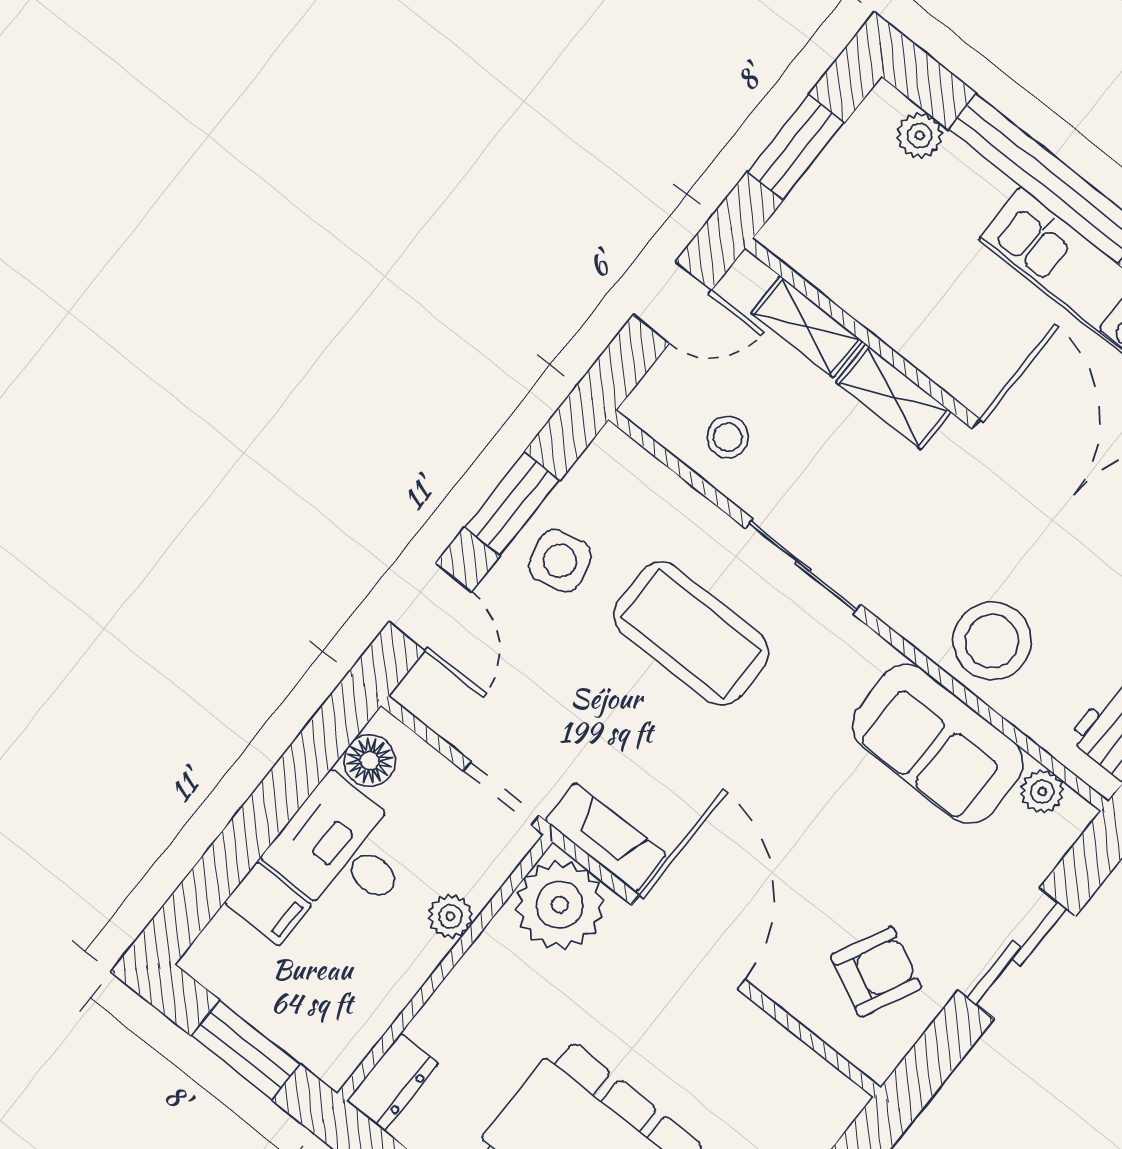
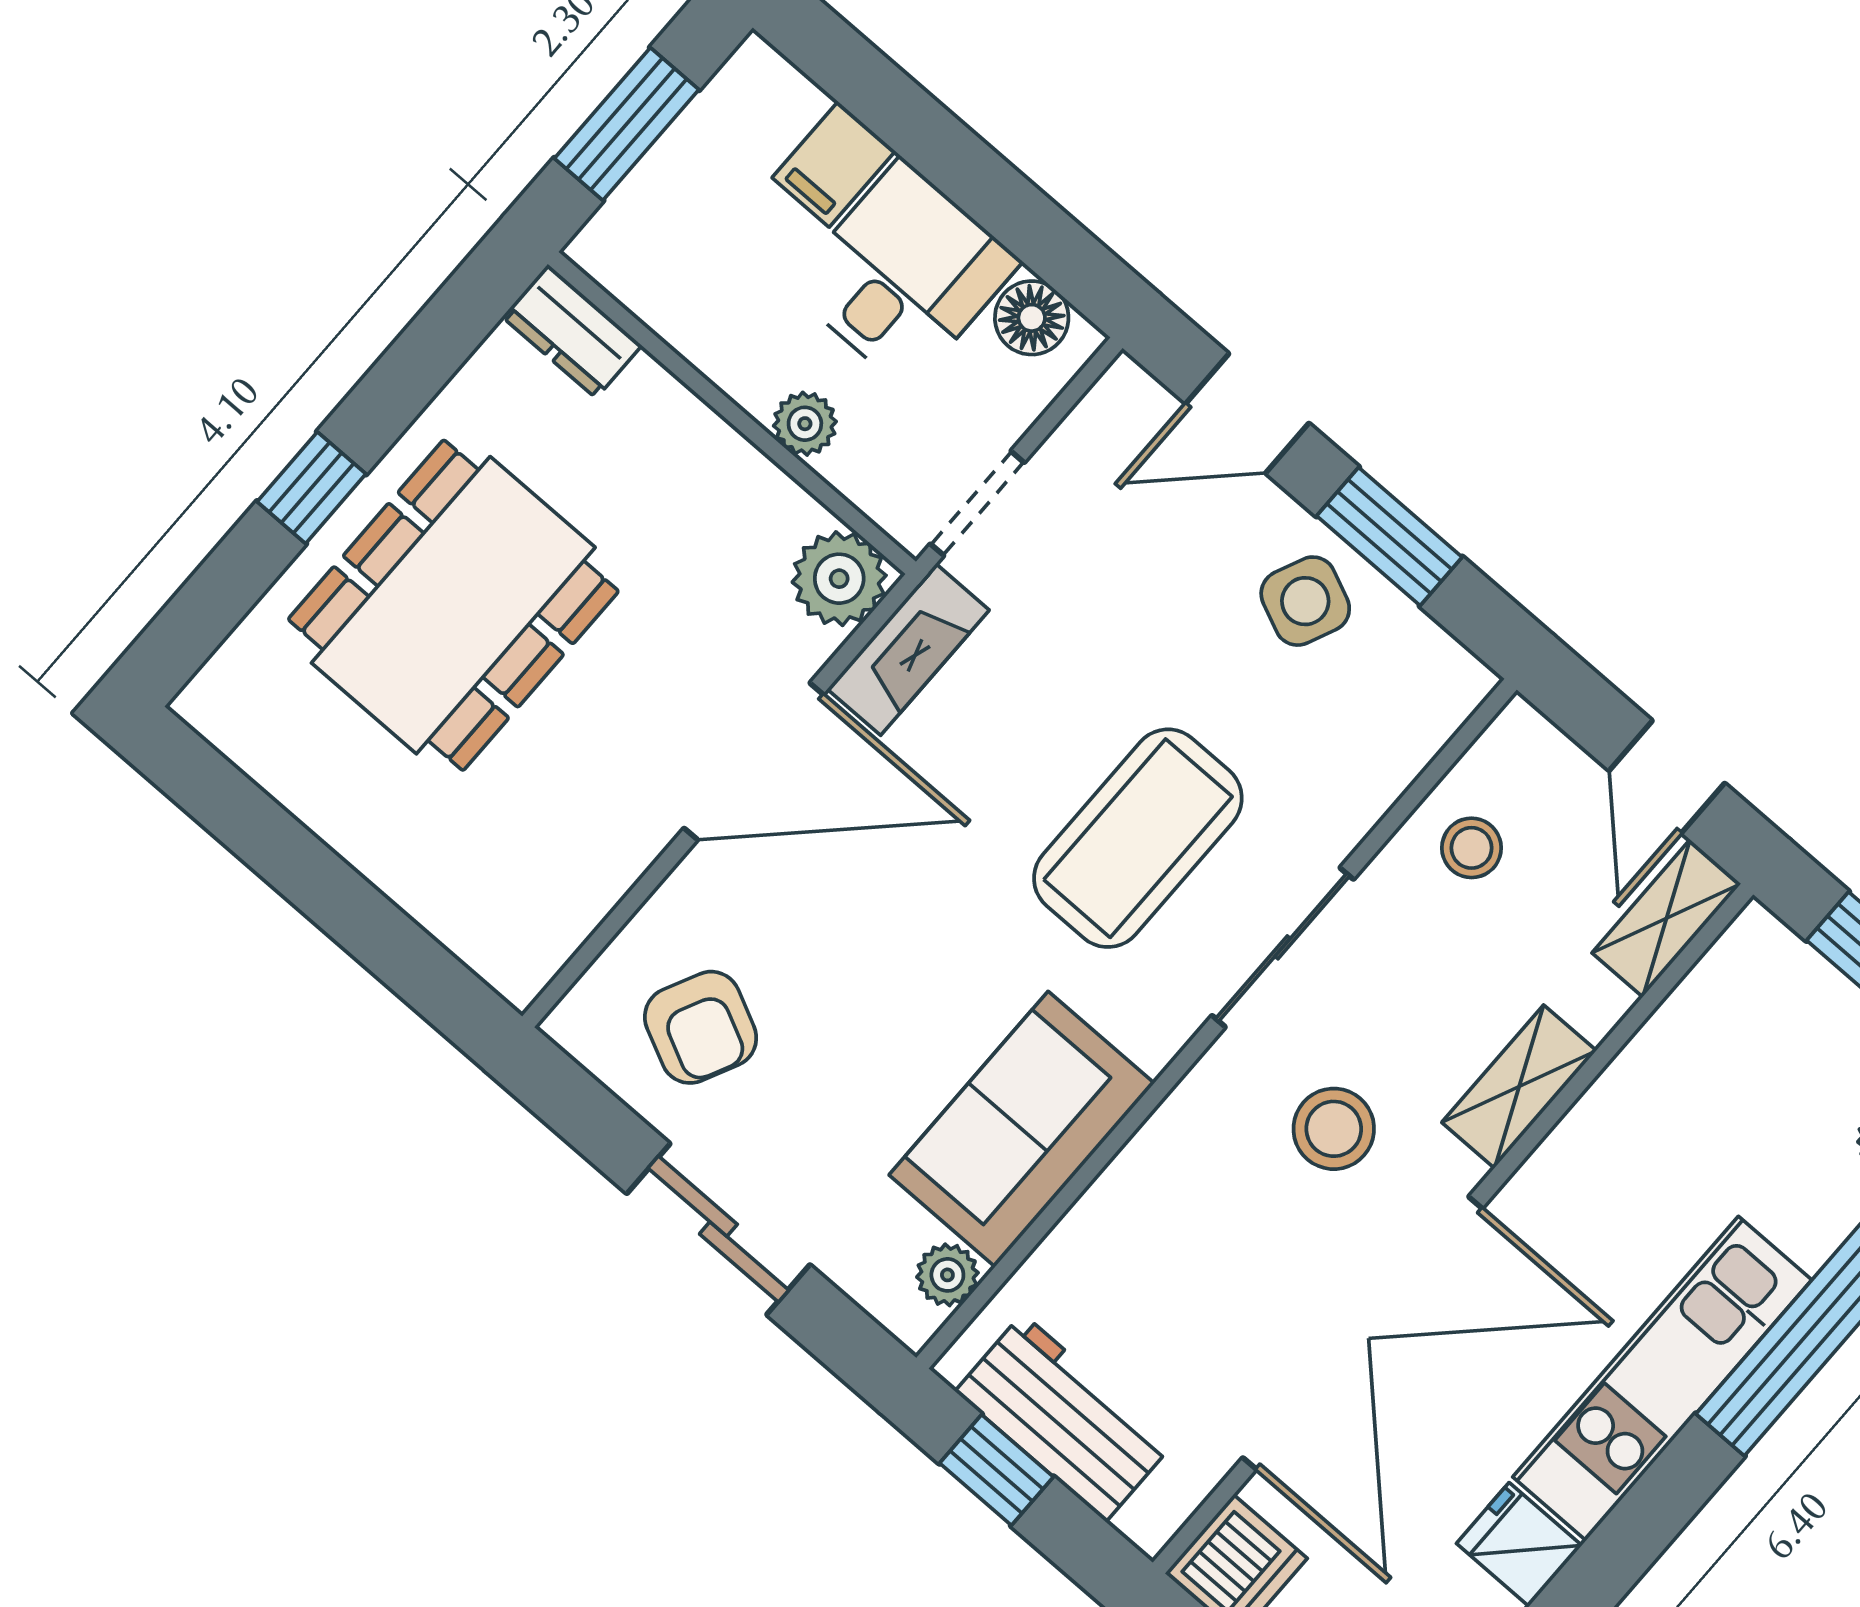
shelving: (807, 327) -> (1666, 918), moved
side table: (560, 561) -> (1305, 601), turned 37
coffee table: (691, 634) -> (1138, 838), moved
stool: (992, 641) -> (1334, 1129), moved, width x0.73, depth x0.73
plant: (560, 905) -> (839, 579), width x0.73, depth x0.73

